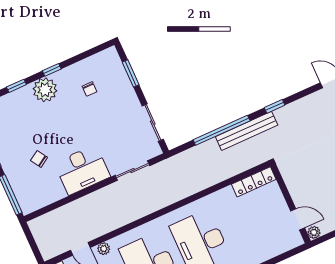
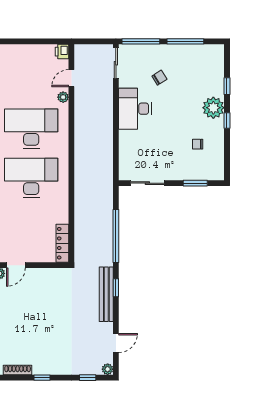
bench: (247, 131) -> (106, 294), moved
sliding door: (133, 170) -> (116, 63), moved

